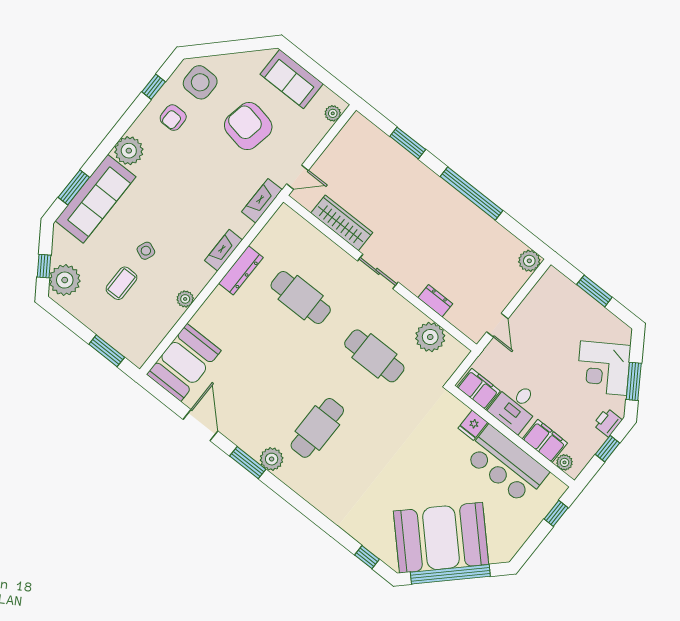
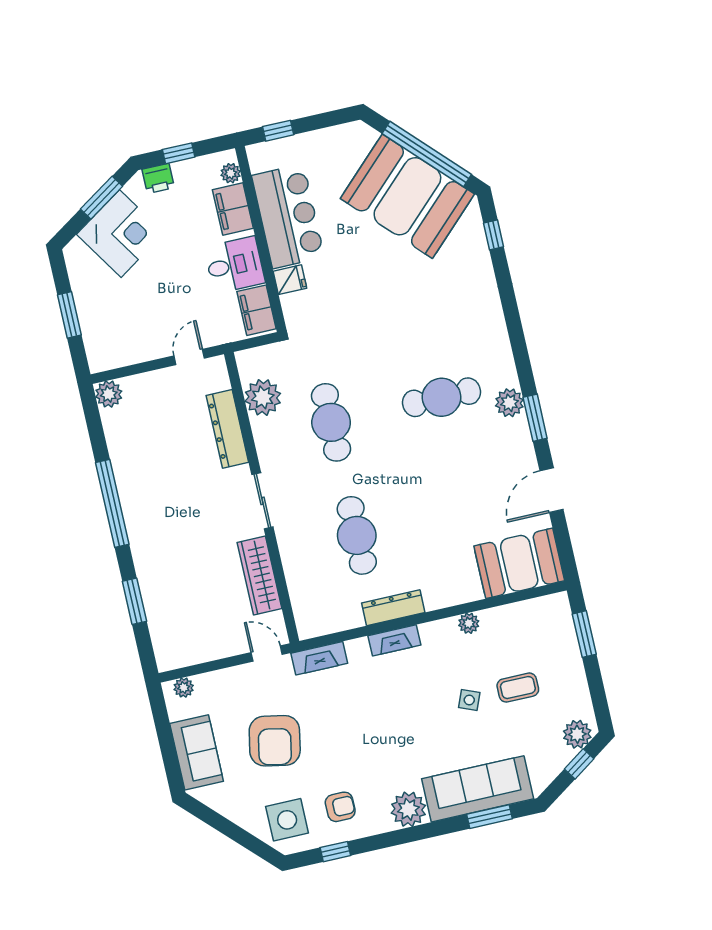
plant: (65, 280) -> (577, 734), width x0.73, depth x0.73
dresser: (435, 301) -> (227, 429), width x1.96, depth x1.24

